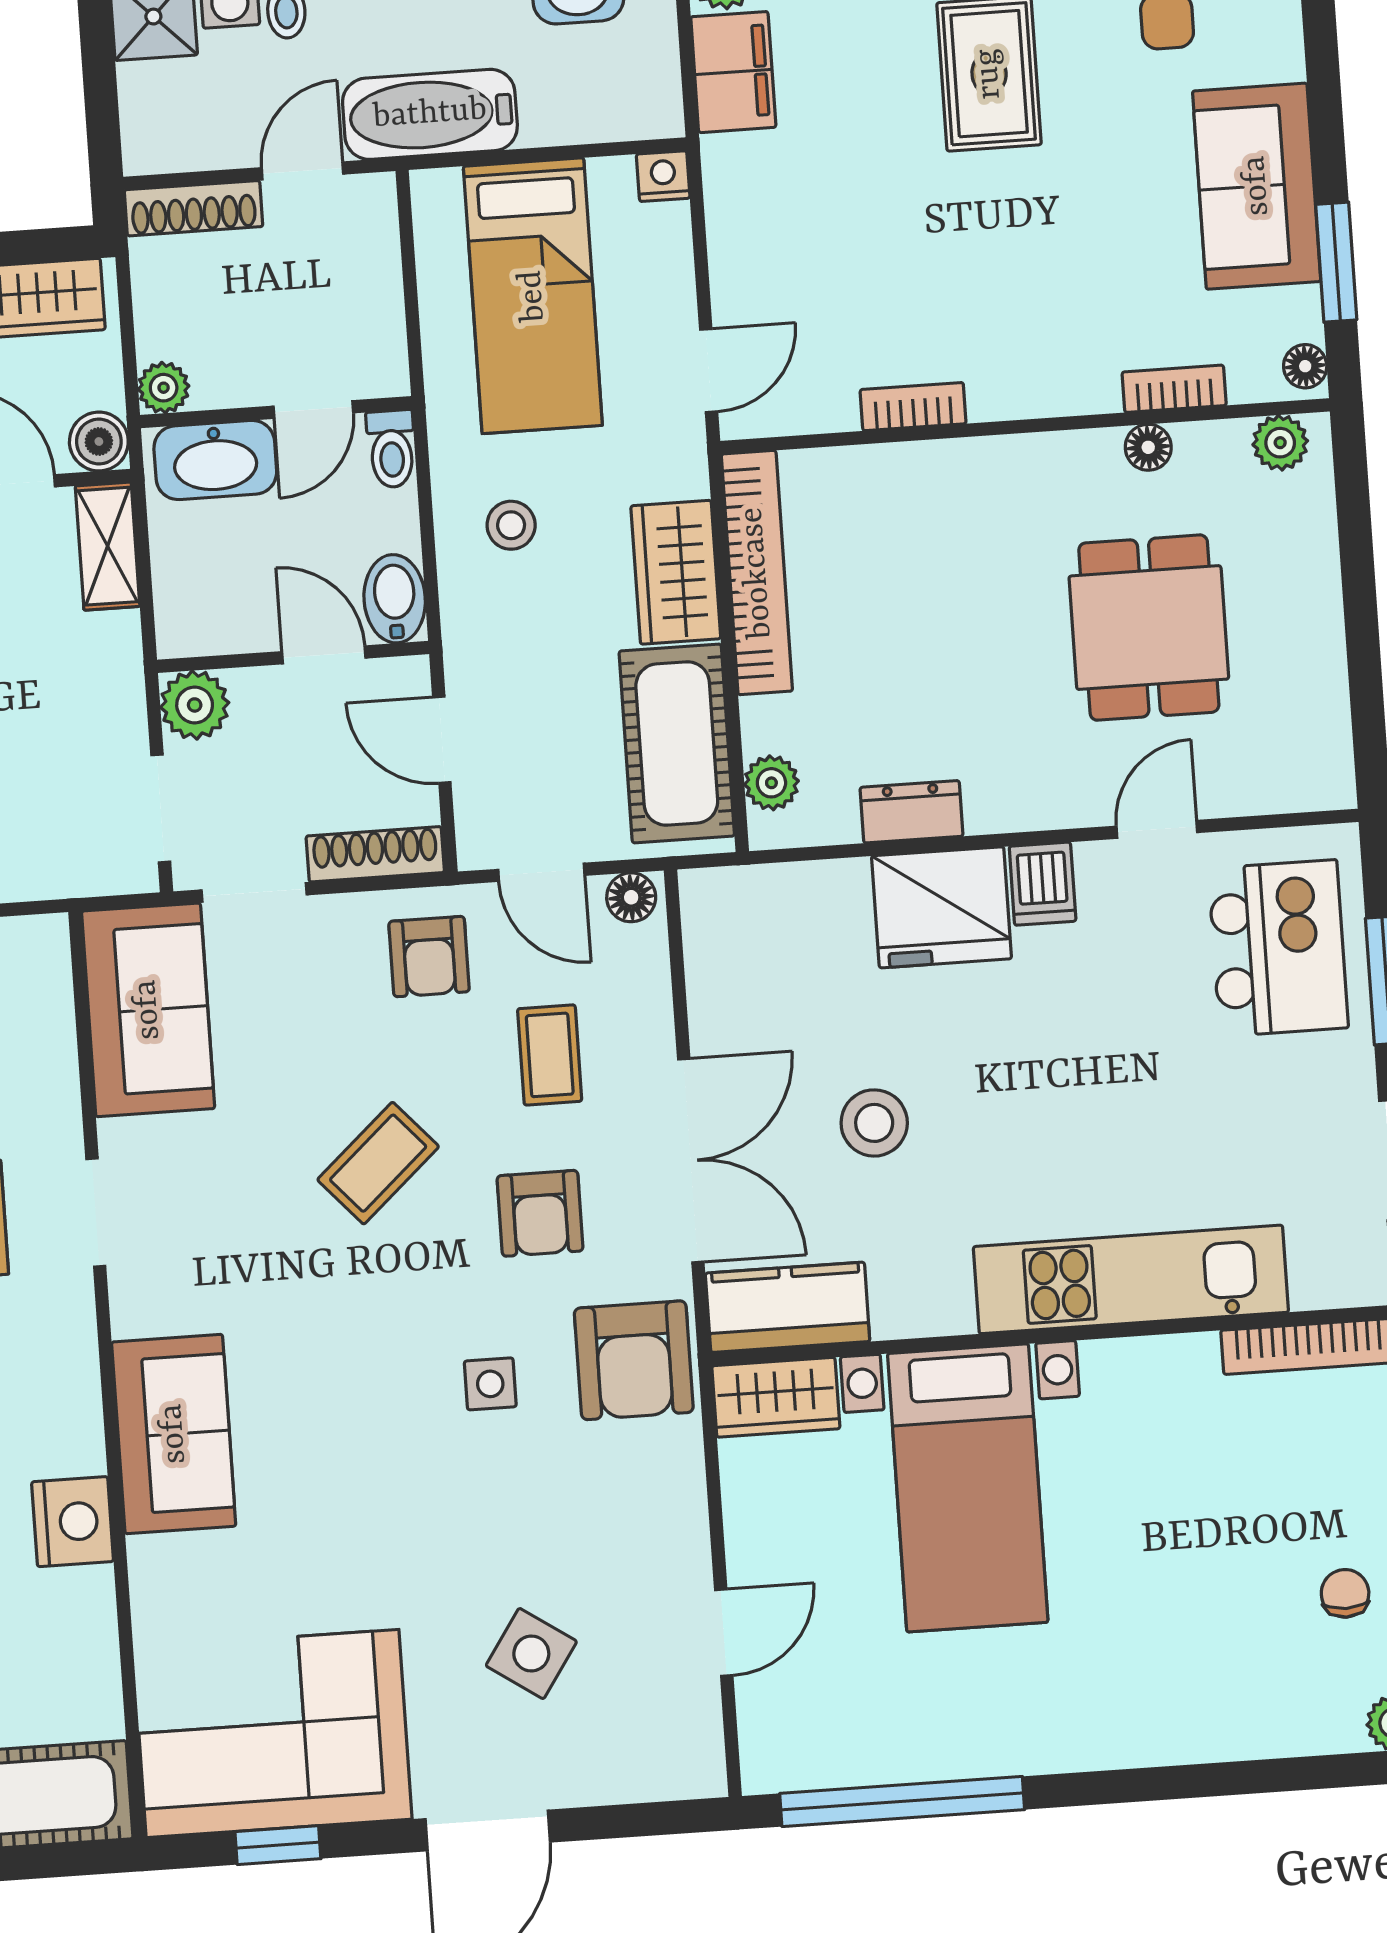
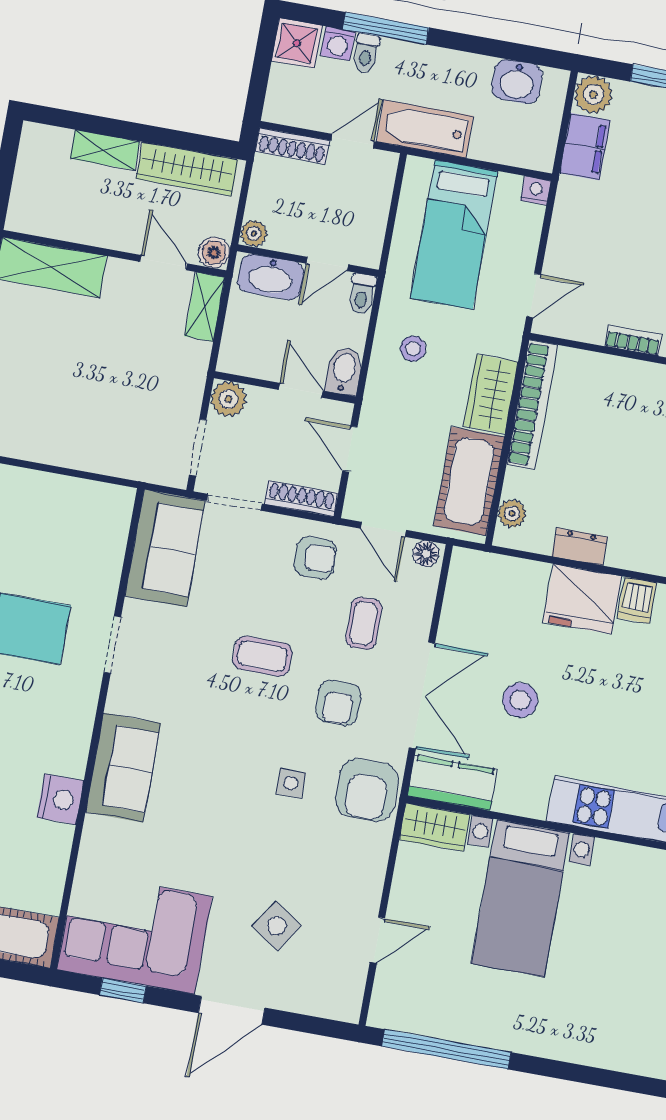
armchair: (429, 957) -> (315, 558), turned -90
coffee table: (378, 1163) -> (262, 656), turned 42

